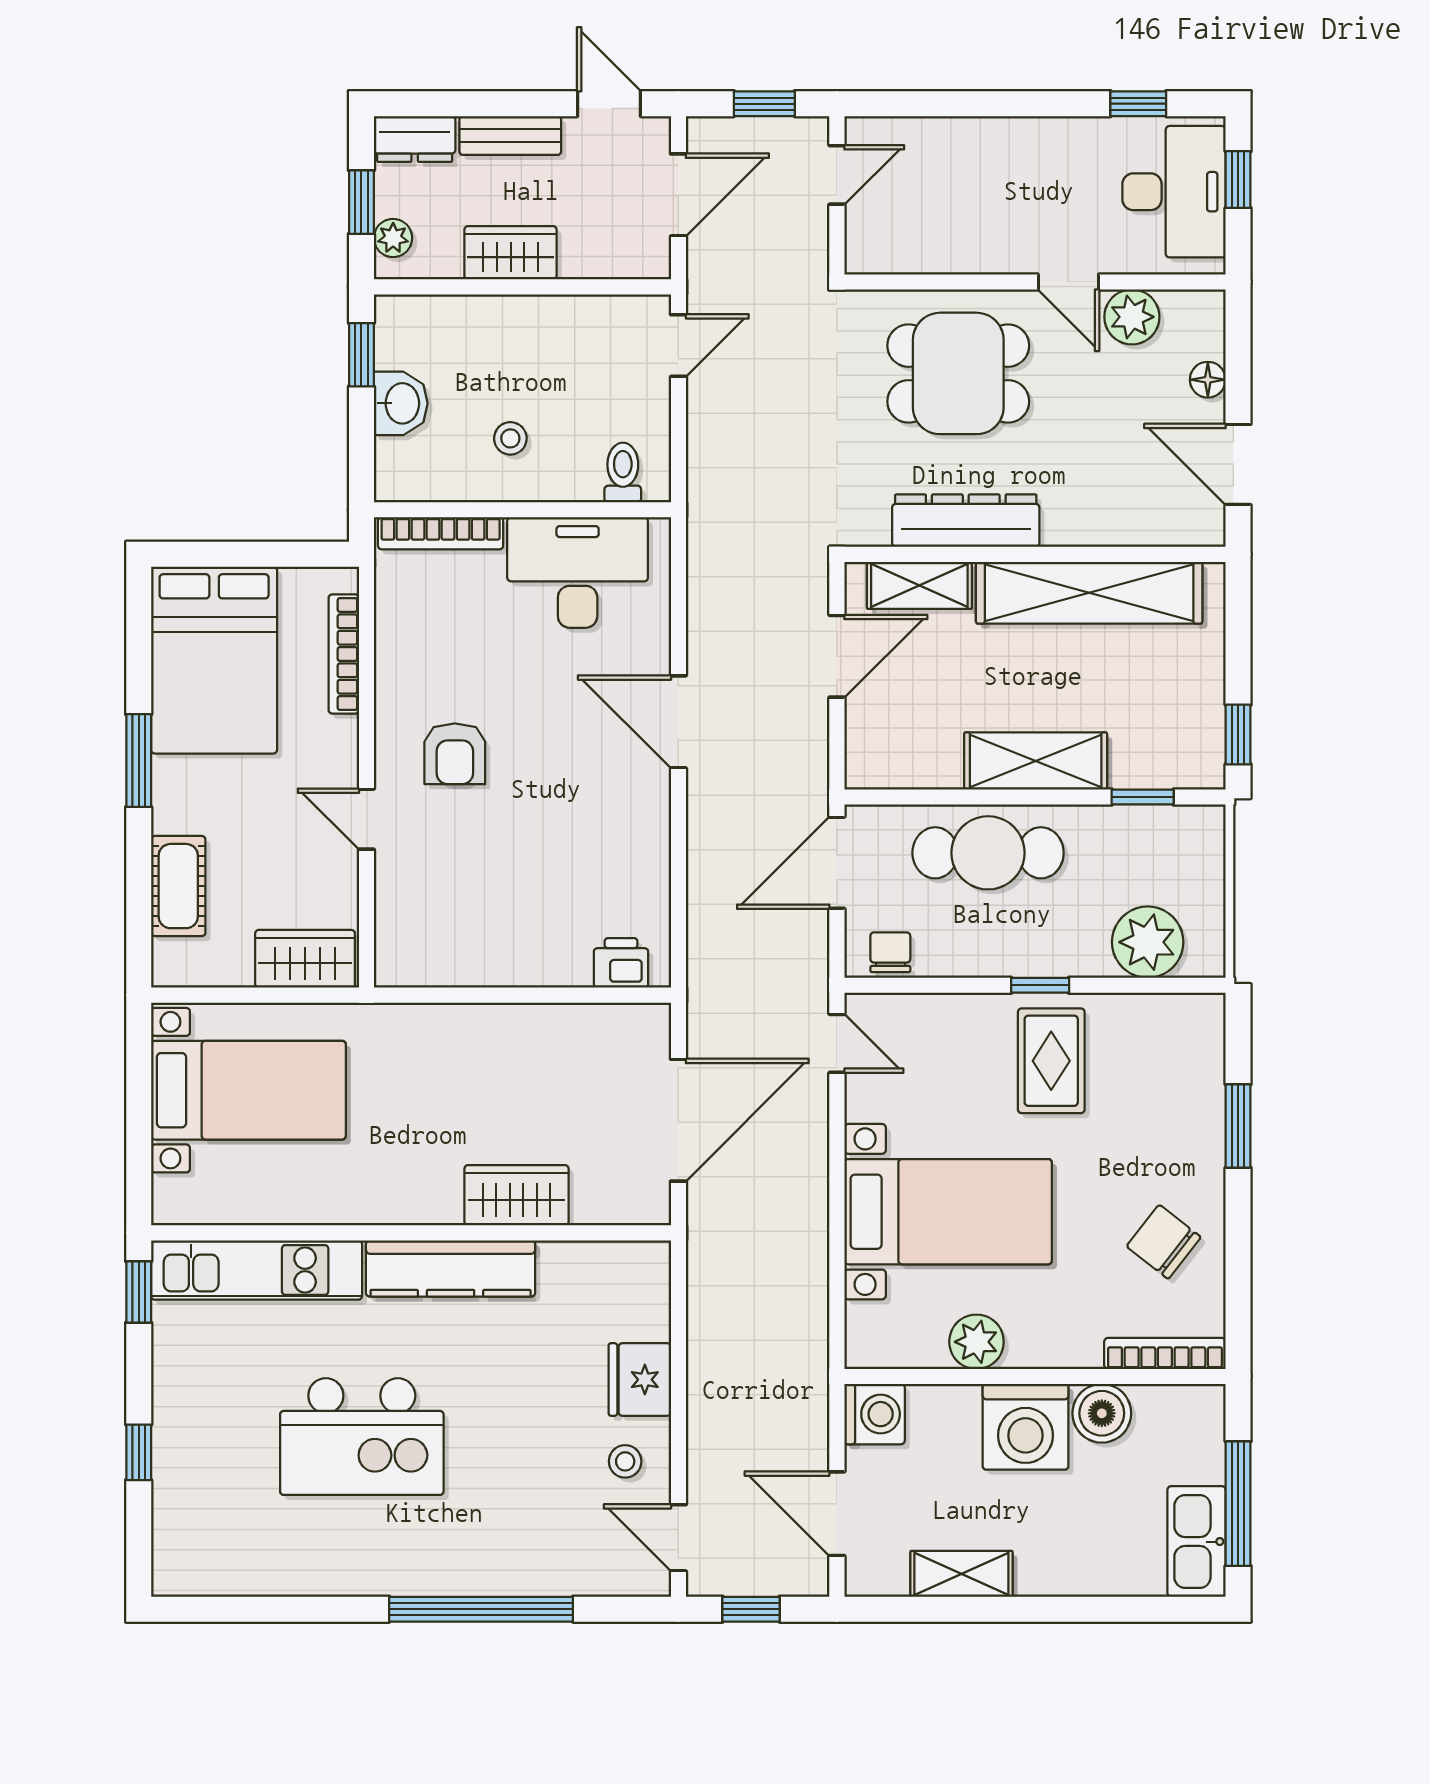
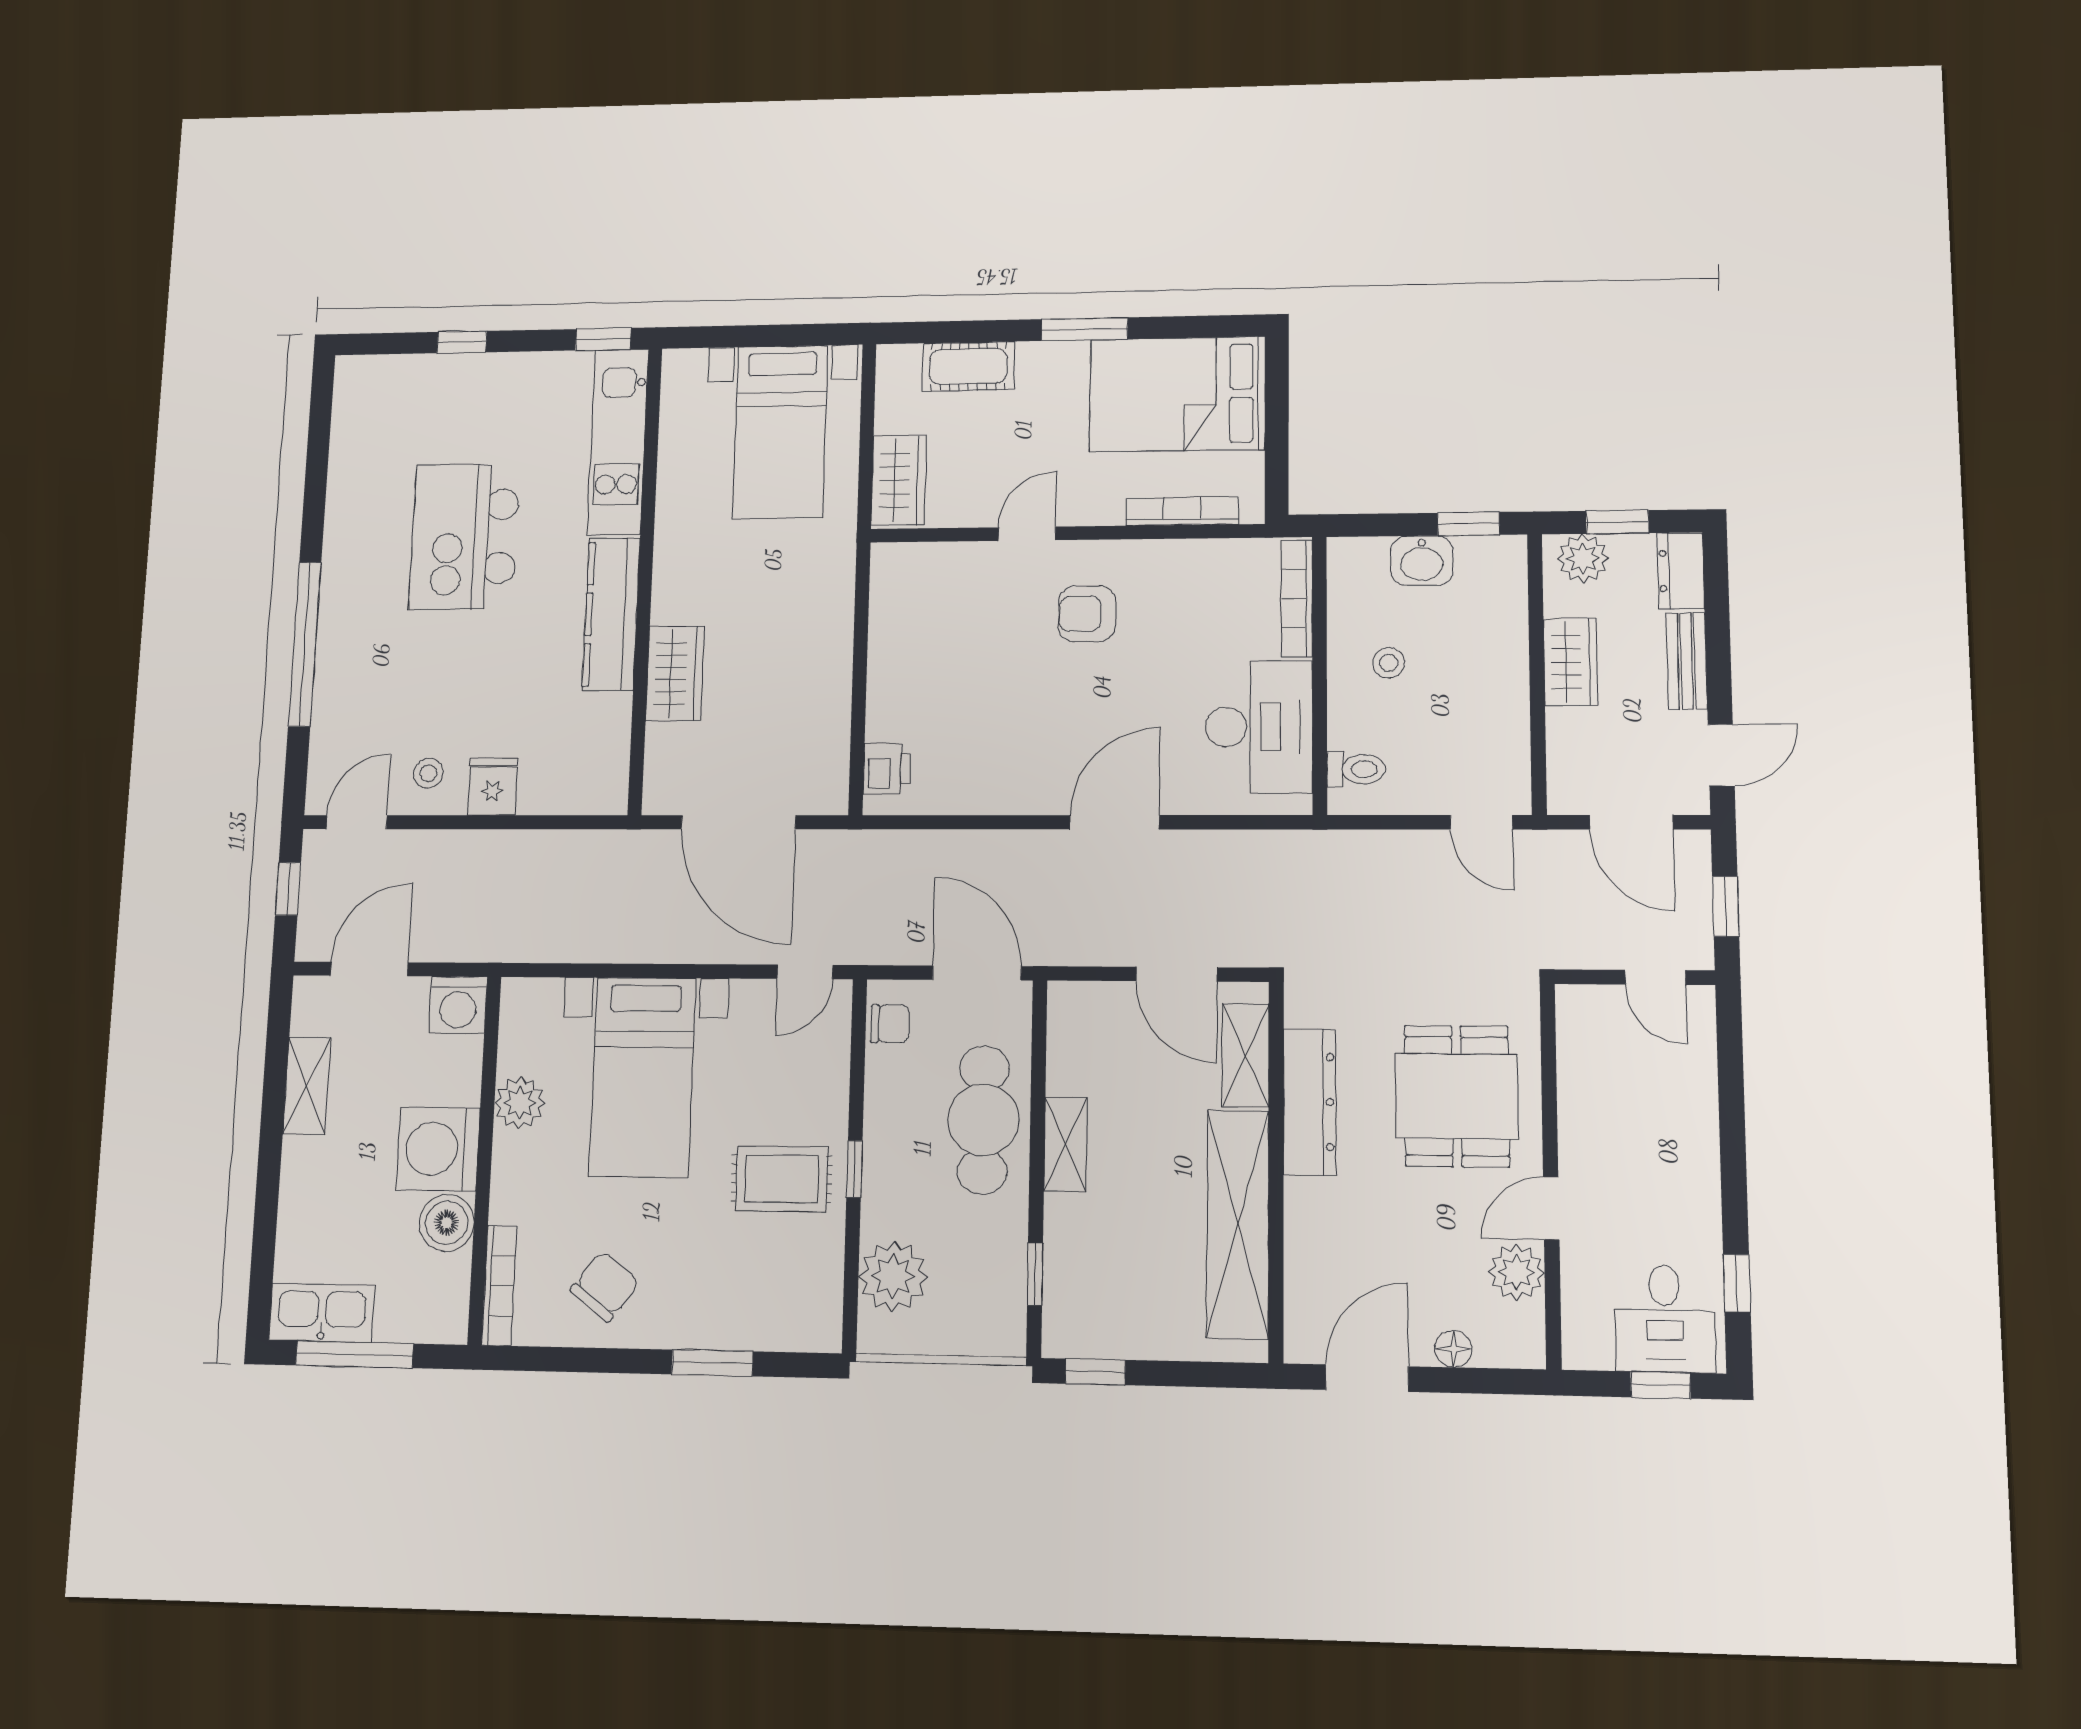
desk: (1174, 192) -> (1665, 1319), width x0.73
plant: (393, 238) -> (1583, 558), width x1.38, depth x1.38
shelving: (1036, 761) -> (1065, 1144), width x0.67, depth x0.75
fridge: (640, 1380) -> (493, 787), width x0.72

